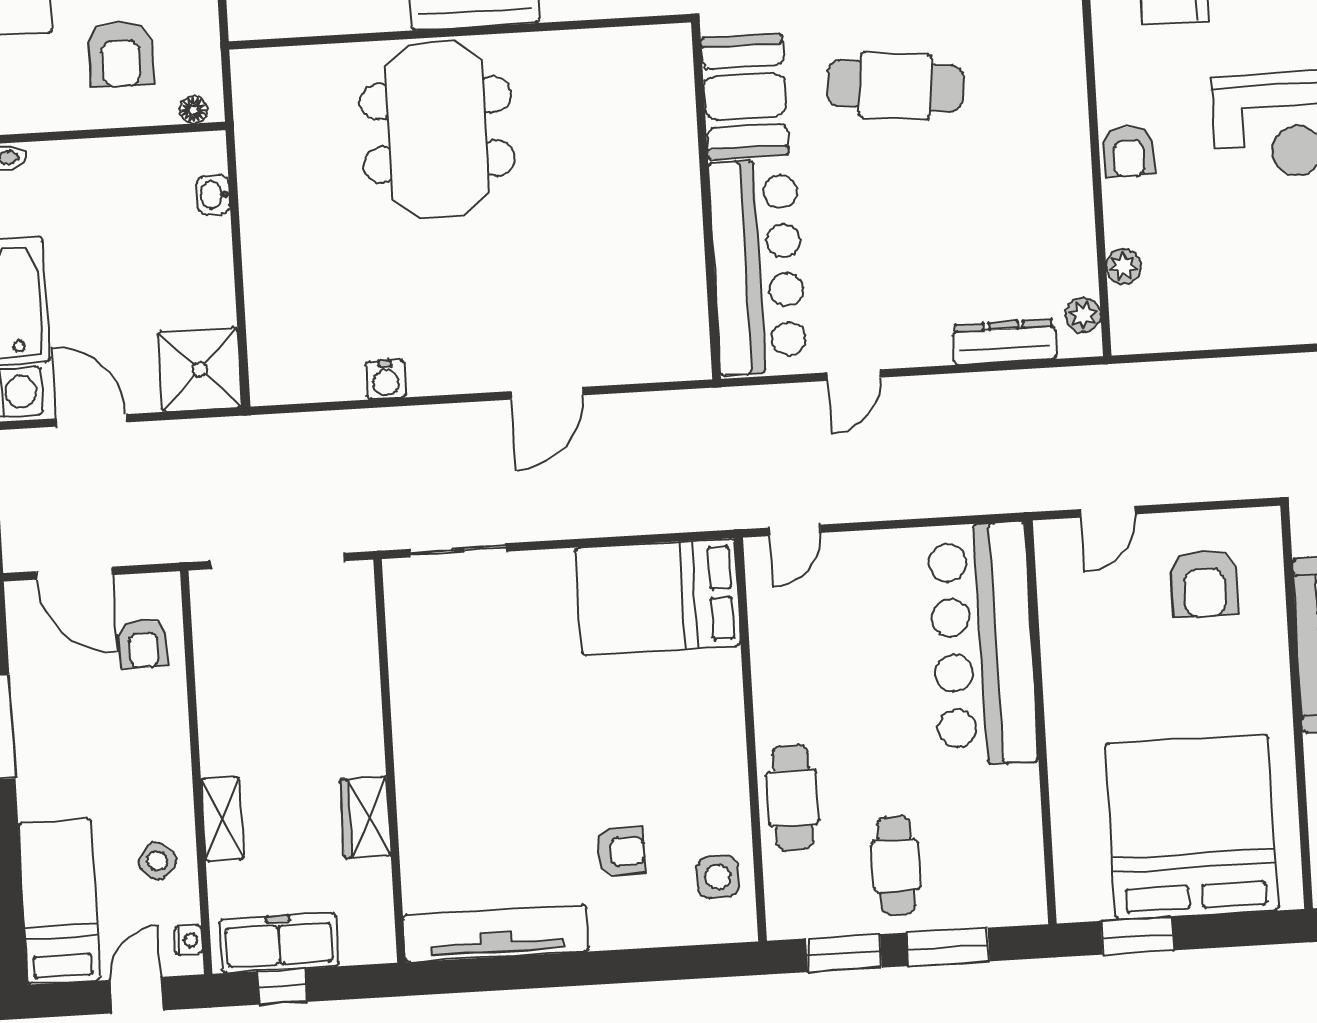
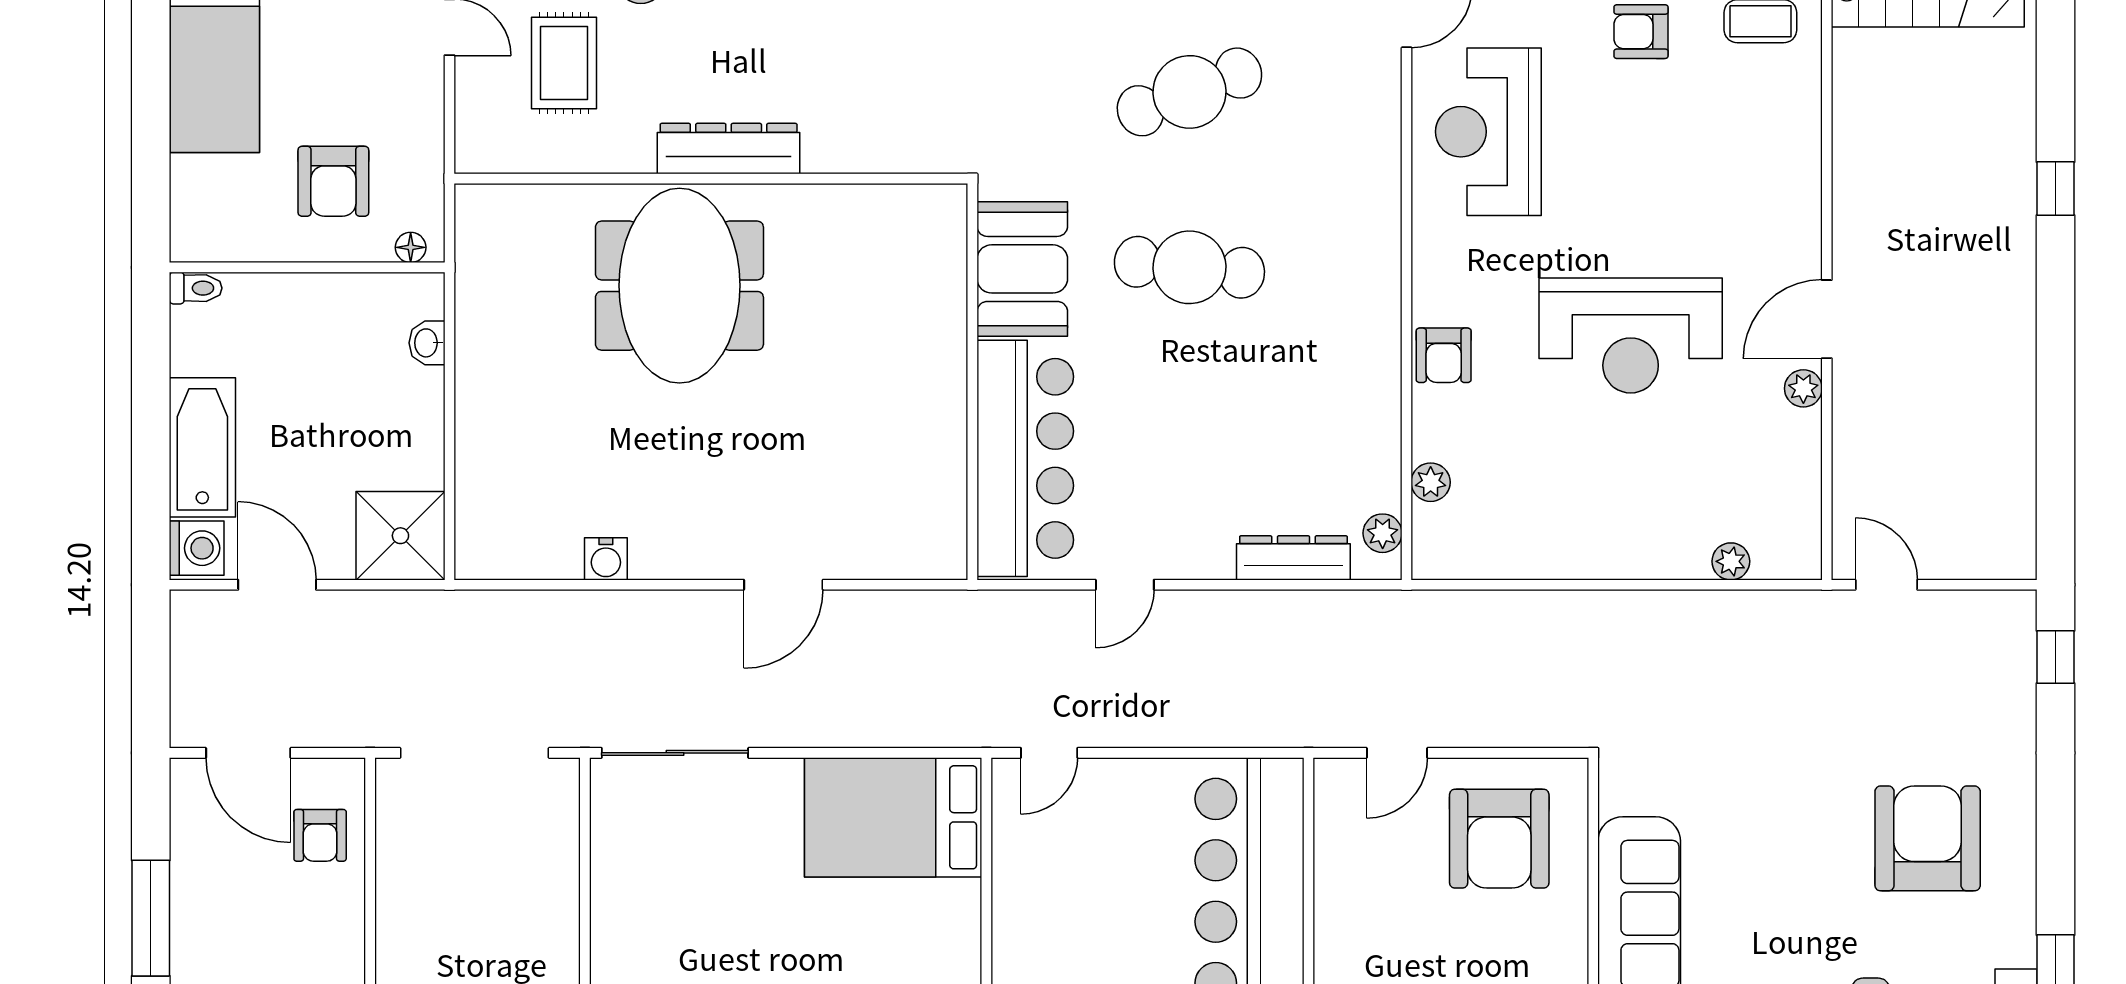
sliding door: (458, 550) -> (675, 753), width x1.37
armchair: (1204, 583) -> (1499, 839), width x1.36, depth x1.36

